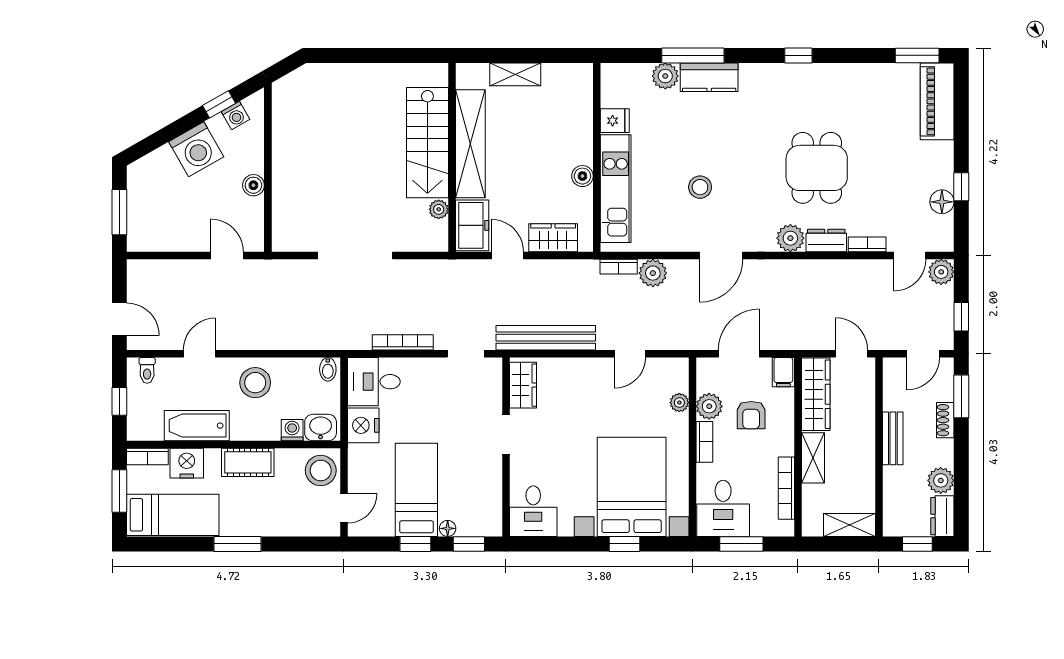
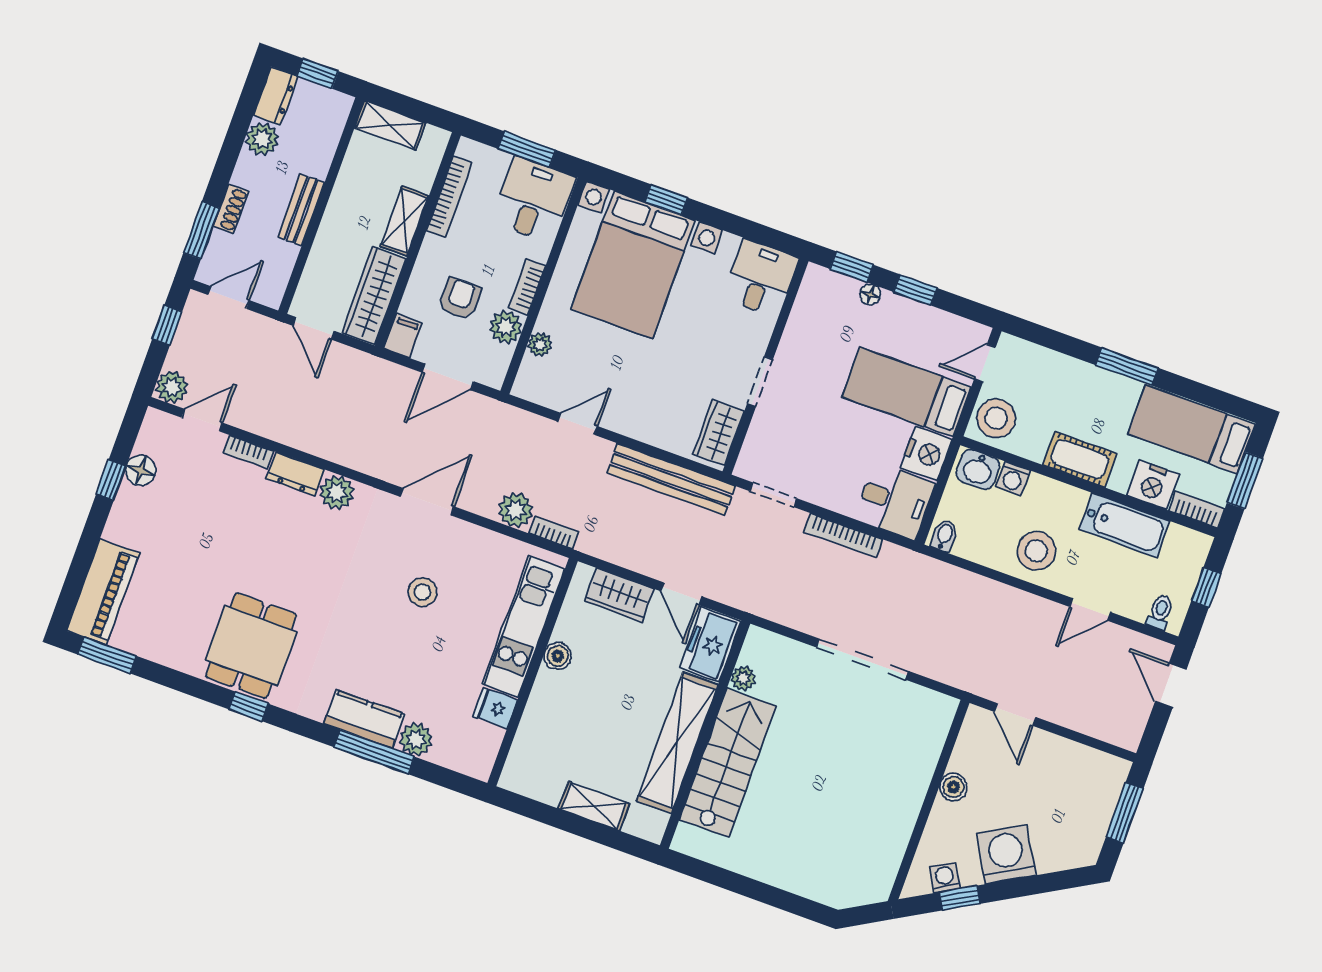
dining table: (817, 168) -> (251, 646), moved
bed: (416, 490) -> (907, 392), moved, turned 90

